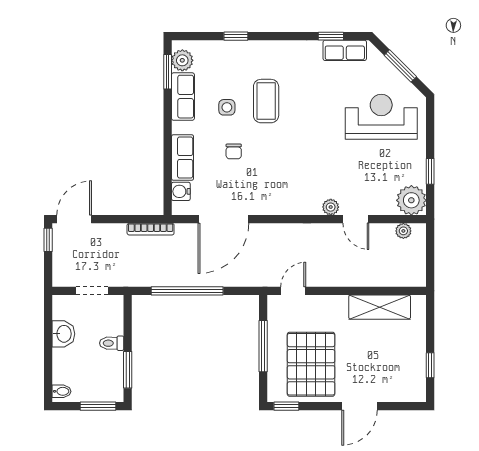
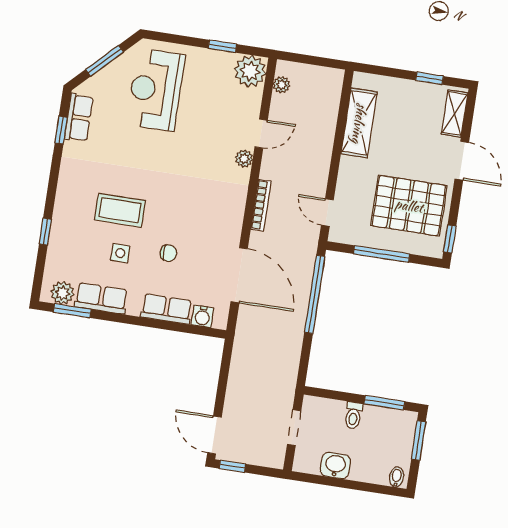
bookcase: (151, 229) -> (261, 205), moved
window: (187, 291) -> (315, 294), moved
shelving: (402, 393) -> (455, 114), added

